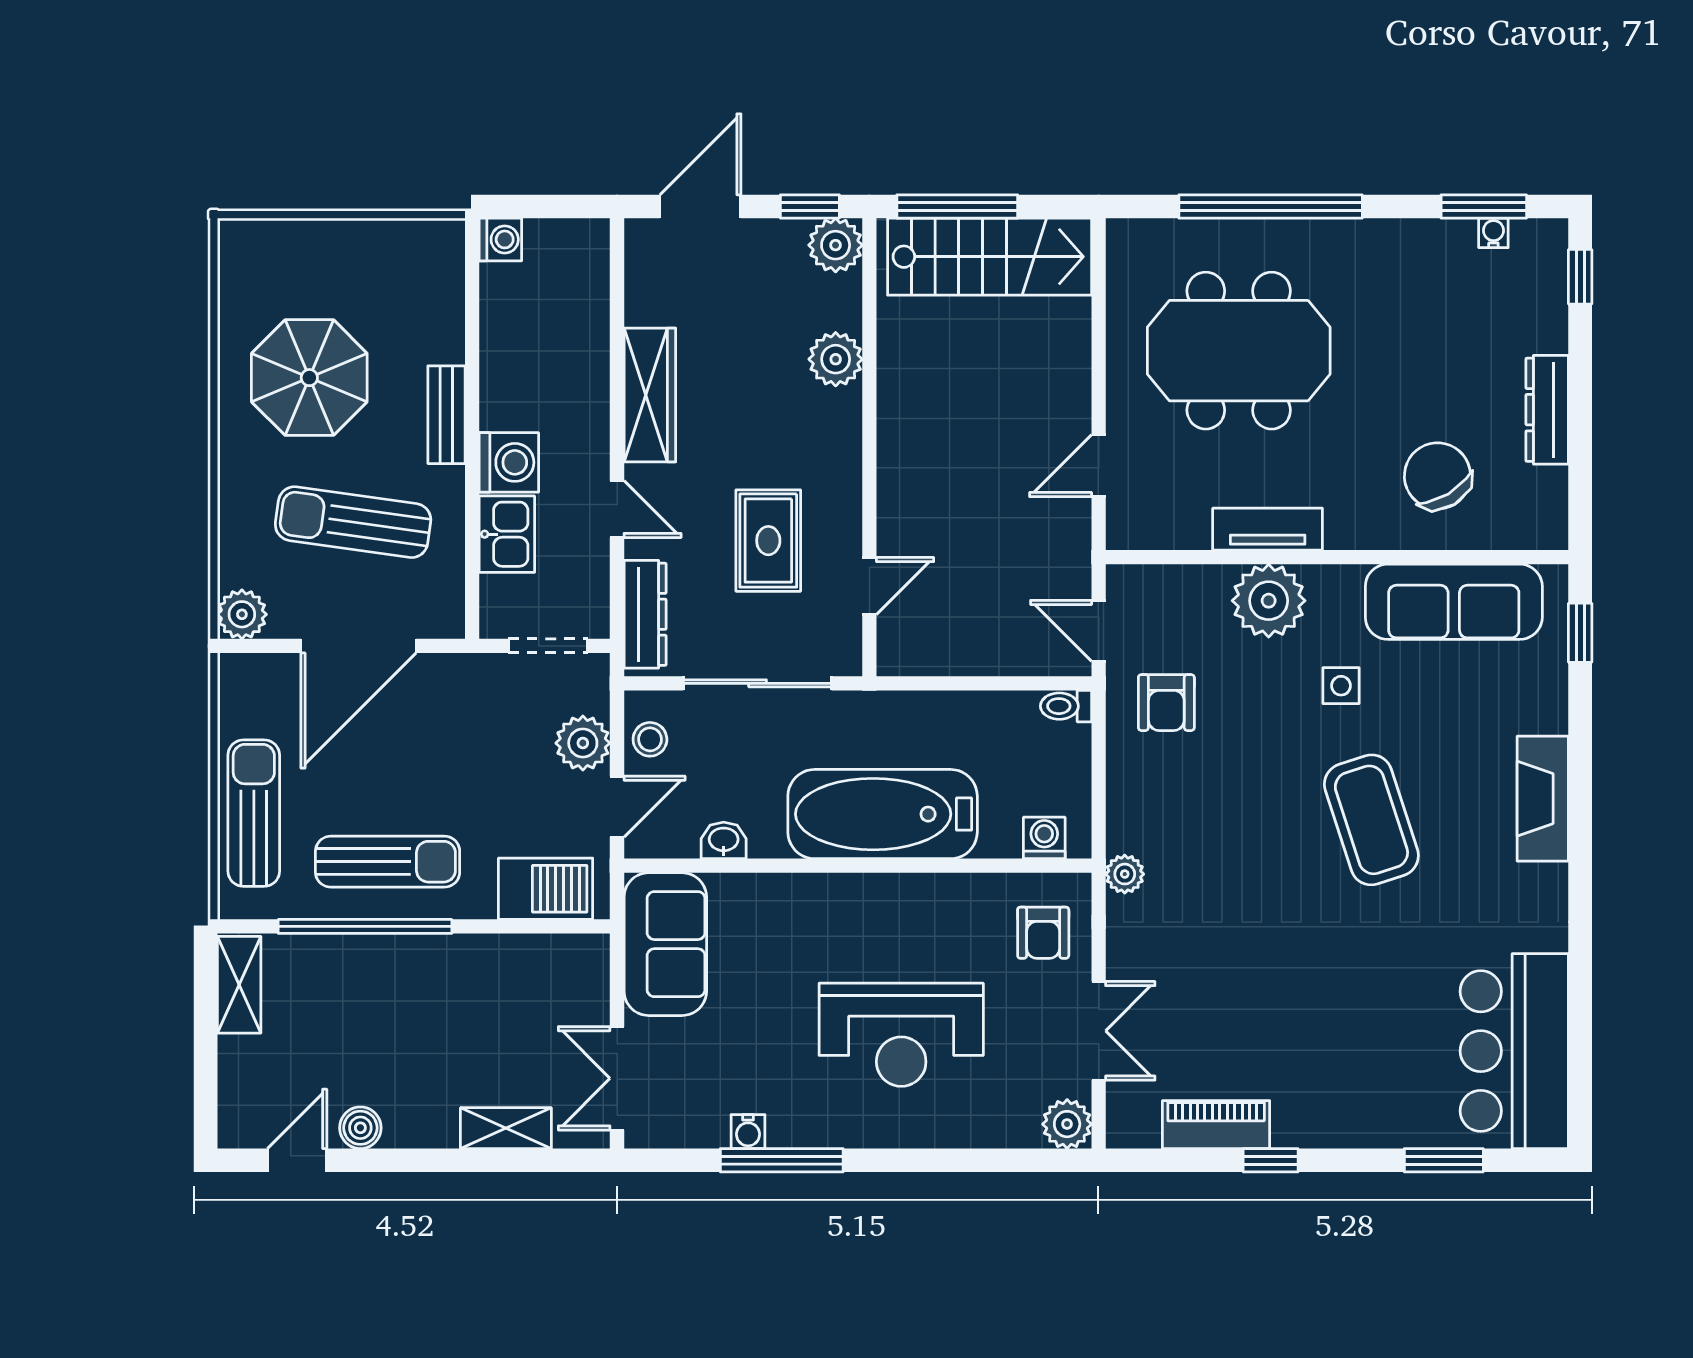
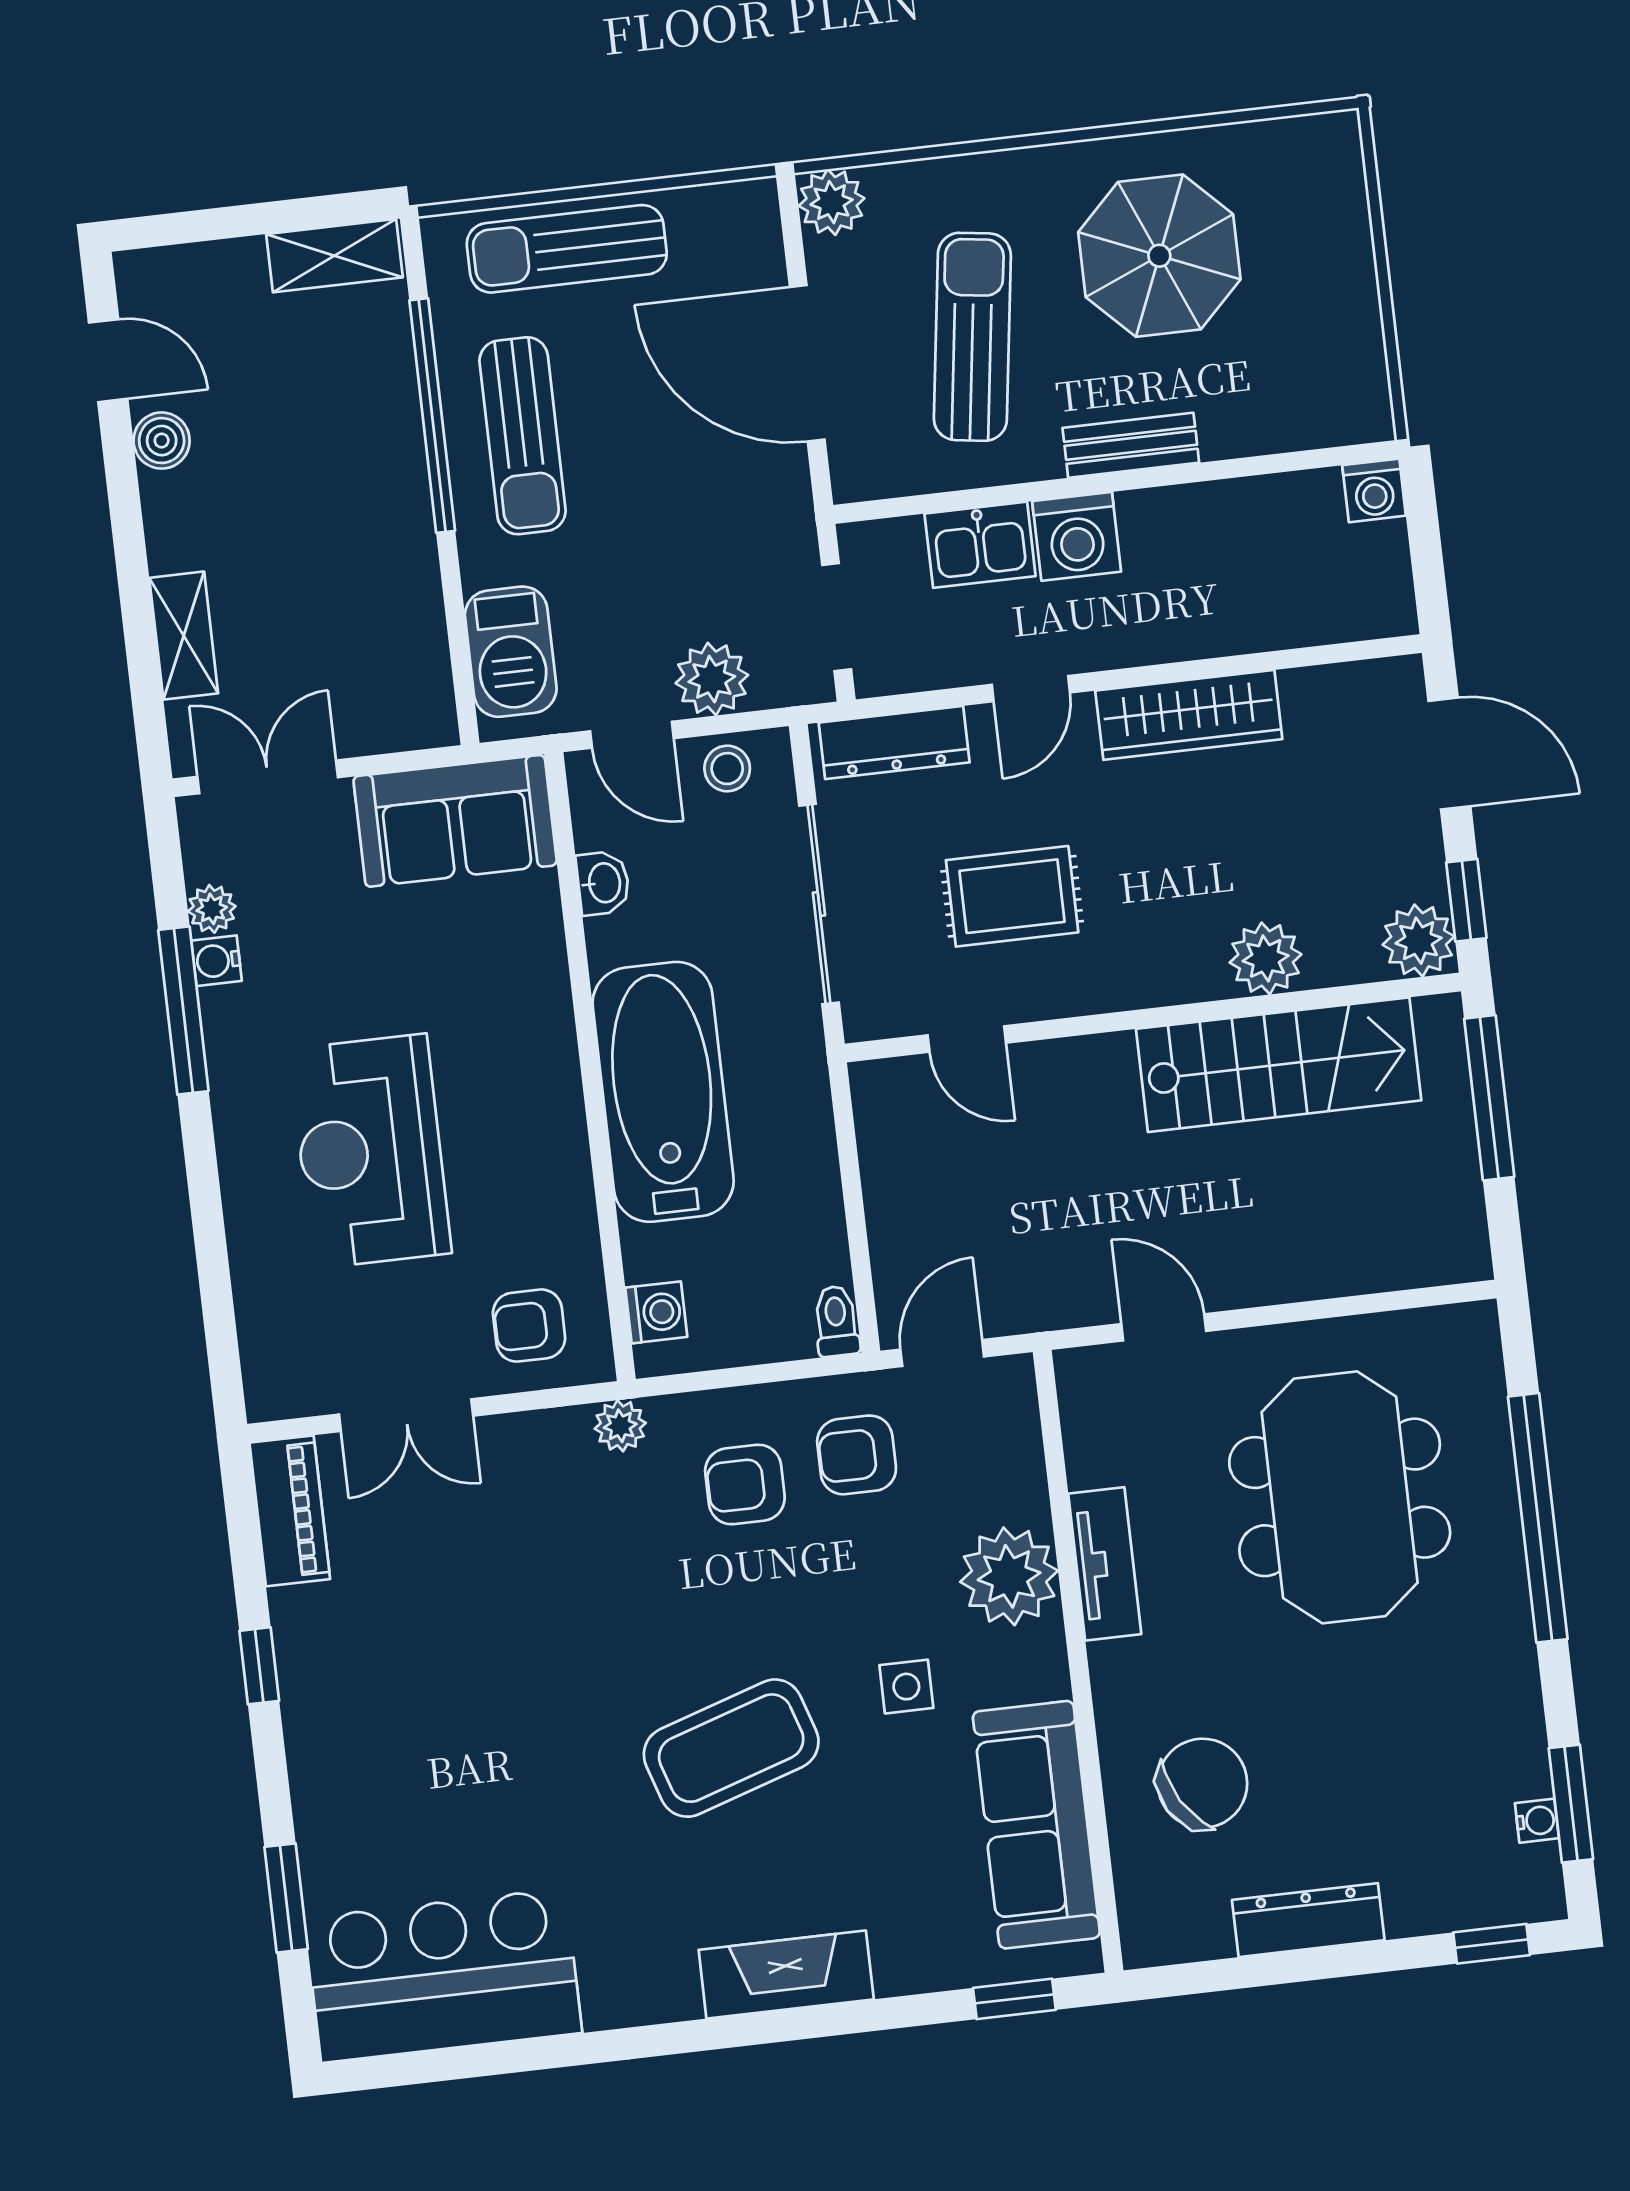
stairs: (990, 257) -> (1279, 1065), moved, turned -90
armchair: (1179, 787) -> (745, 1485), added
sun lounger: (254, 813) -> (567, 249), turned 180
plant: (1067, 1124) -> (212, 909), moved, width x0.73, depth x0.73
piano: (1216, 1125) -> (290, 1511), moved

